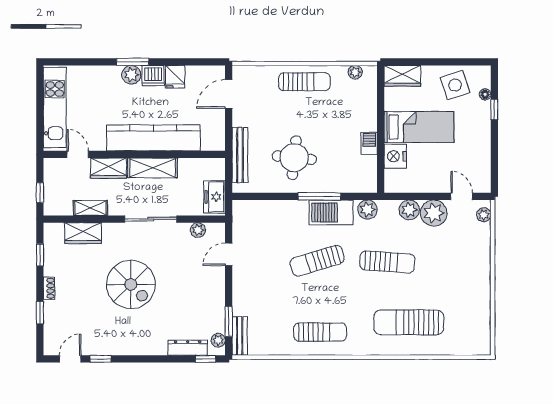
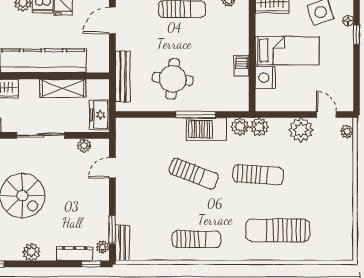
shelving: (153, 168) -> (63, 88), moved
plant: (409, 210) -> (259, 127), moved
sun lounger: (317, 261) -> (194, 174), turned -142
plant: (141, 346) -> (31, 252), added

